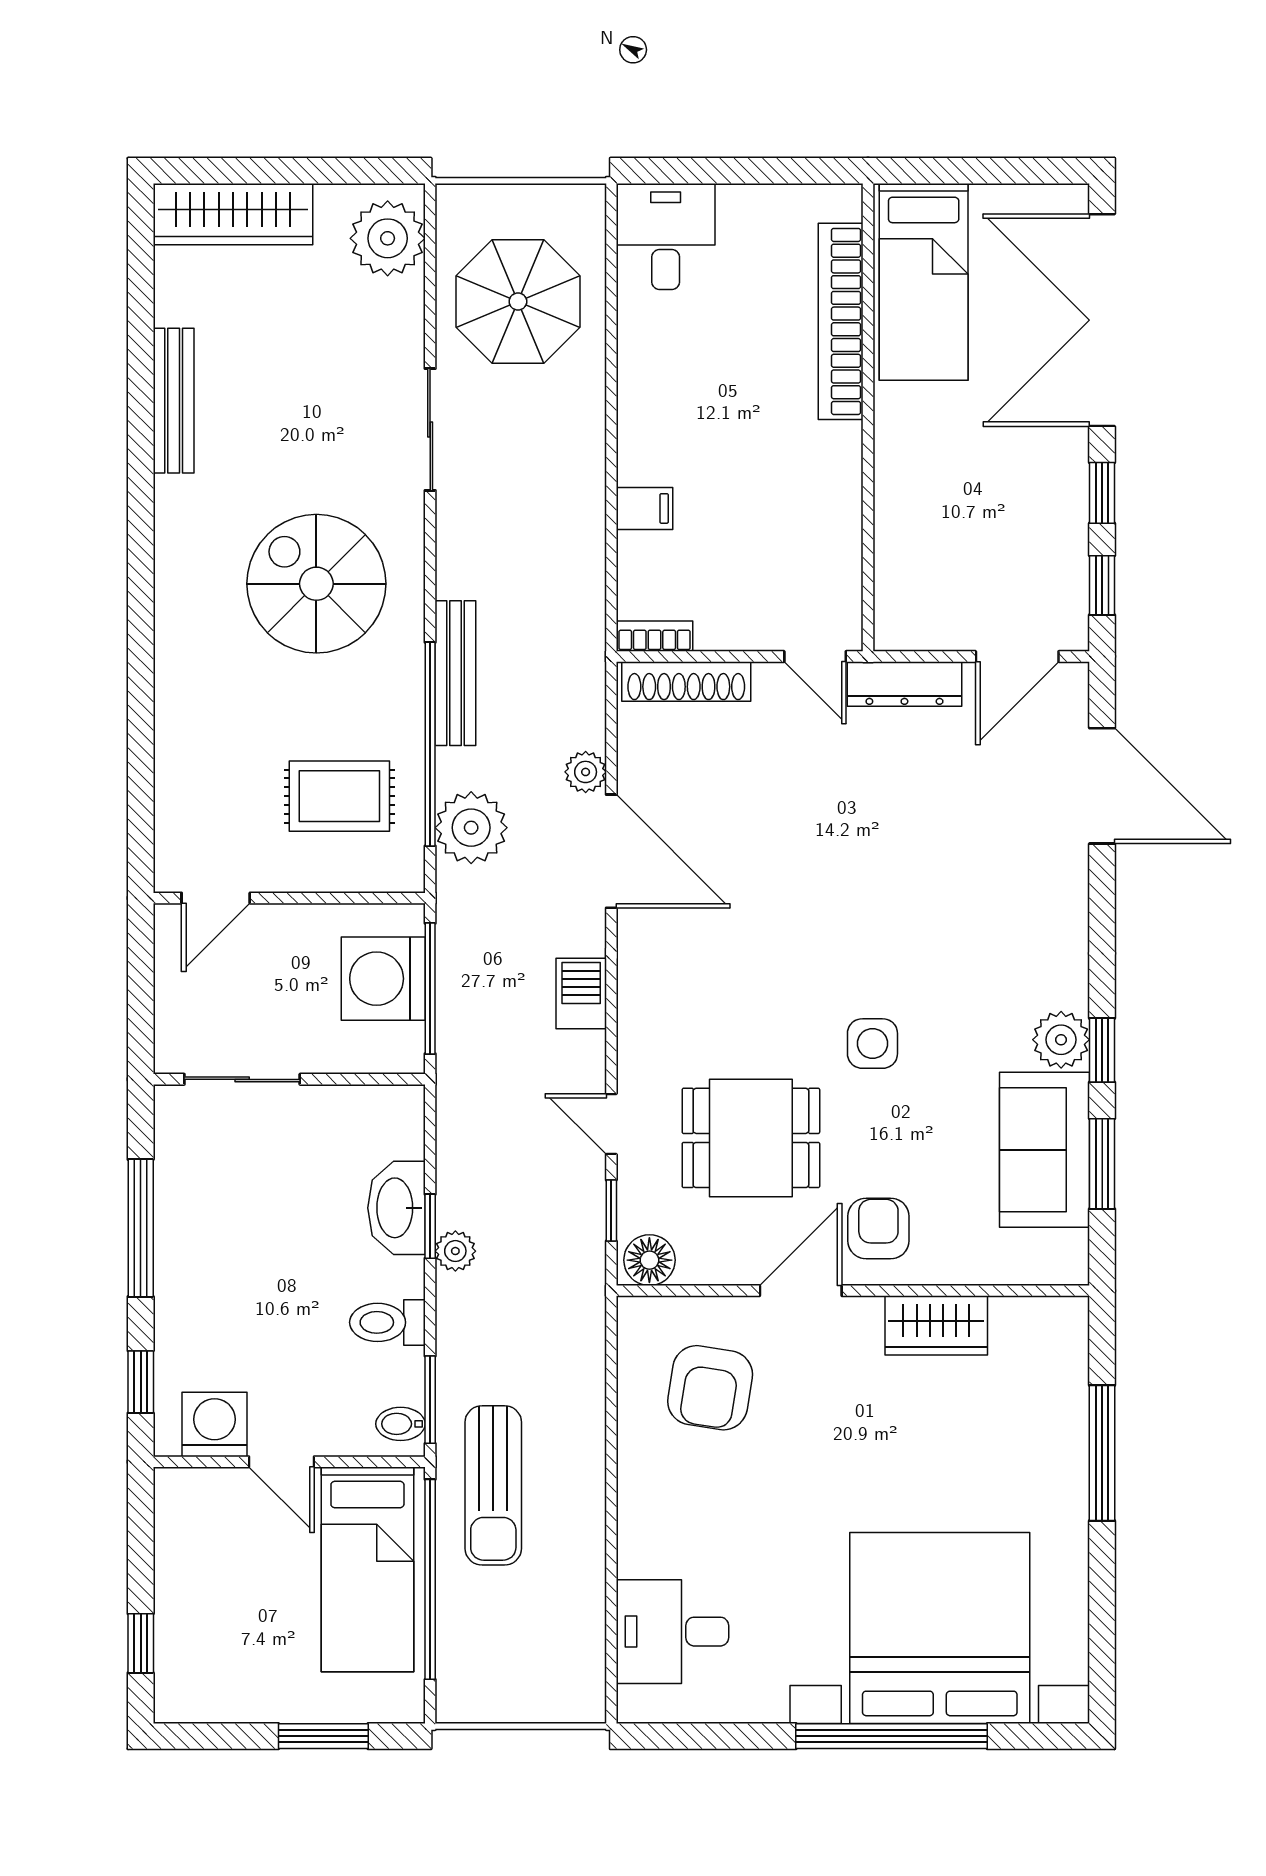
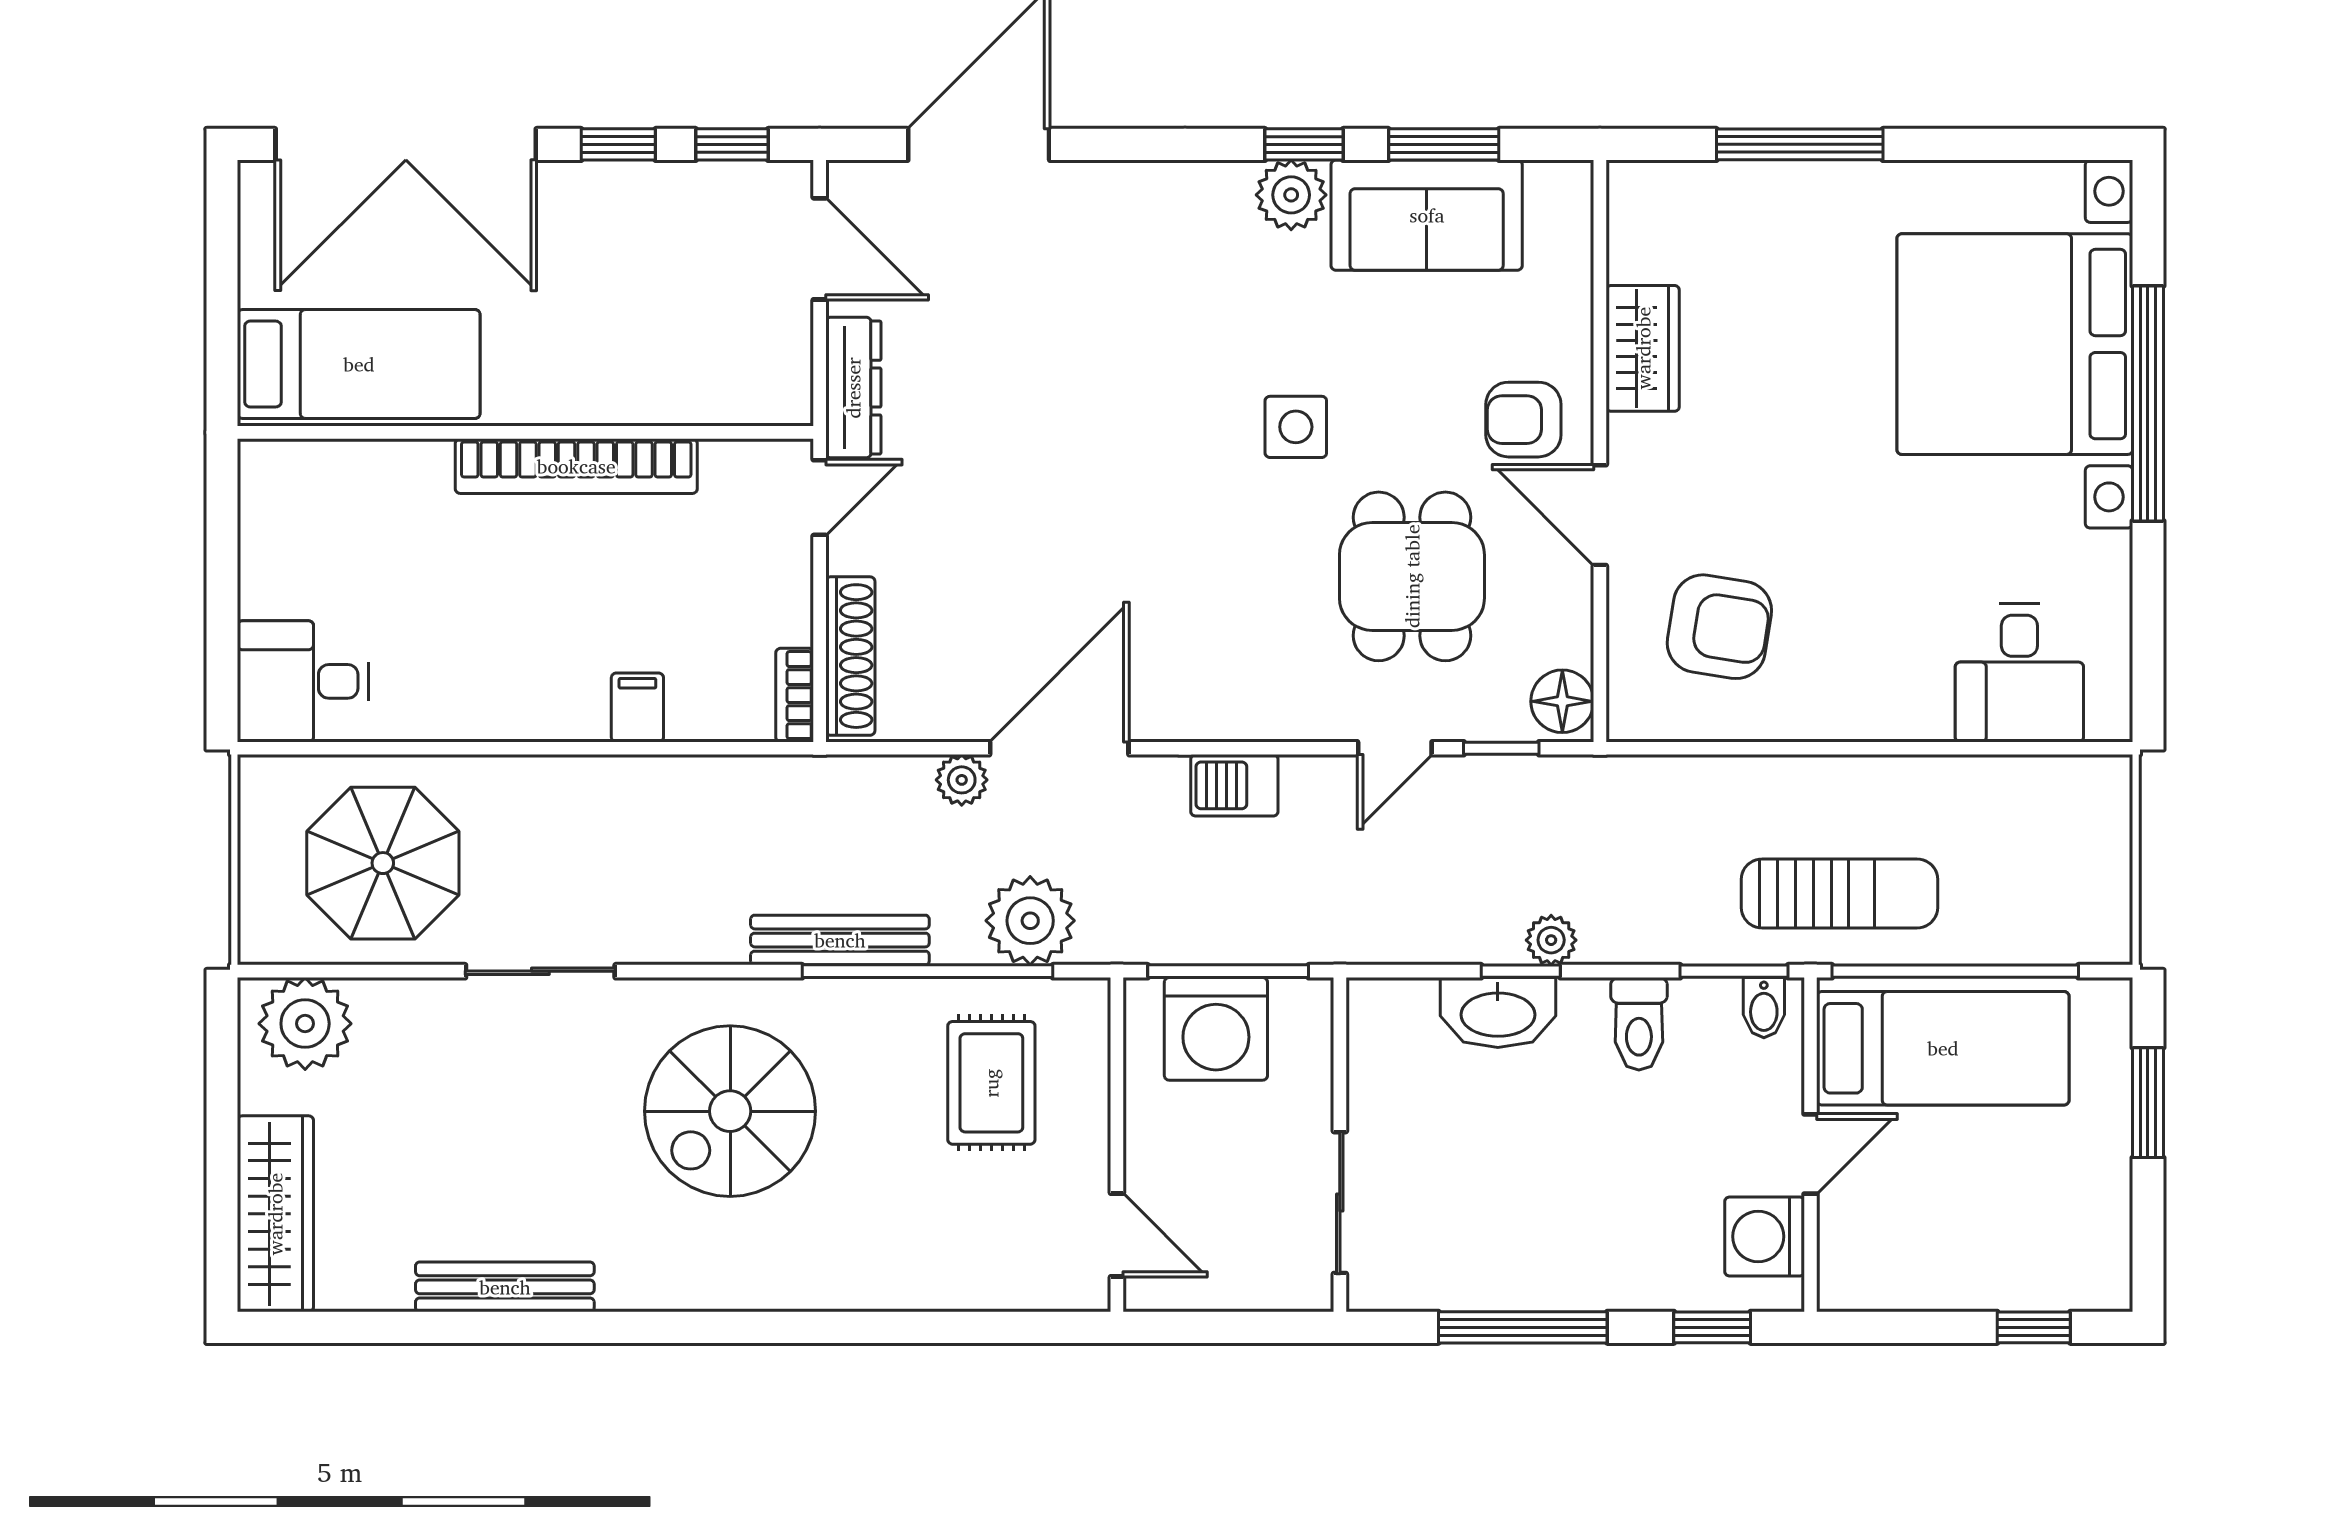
bookcase: (841, 321) -> (576, 466), moved

